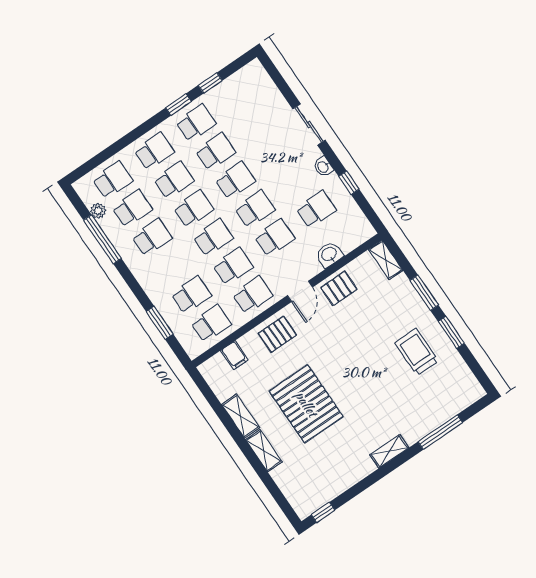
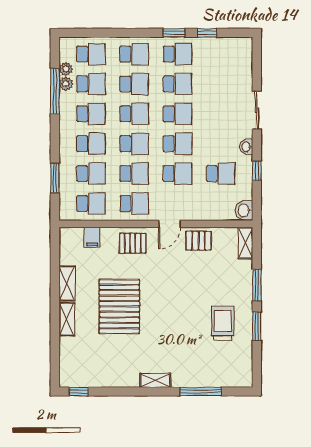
plant: (108, 225) -> (66, 84), added
washbasin: (329, 254) -> (244, 210), moved, turned -90
school desk: (172, 266) -> (91, 144), added

